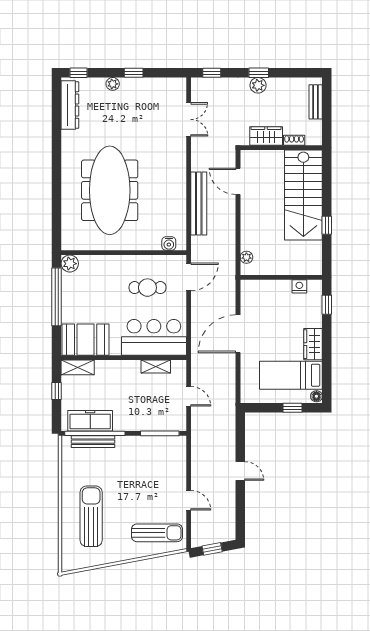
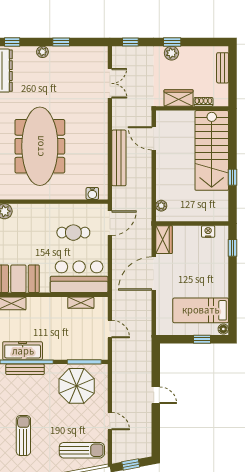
wardrobe: (313, 344) -> (164, 240), moved, turned 180
parasol: (151, 460) -> (77, 386), added
sun lounger: (91, 516) -> (23, 436), width x0.73, depth x0.75

